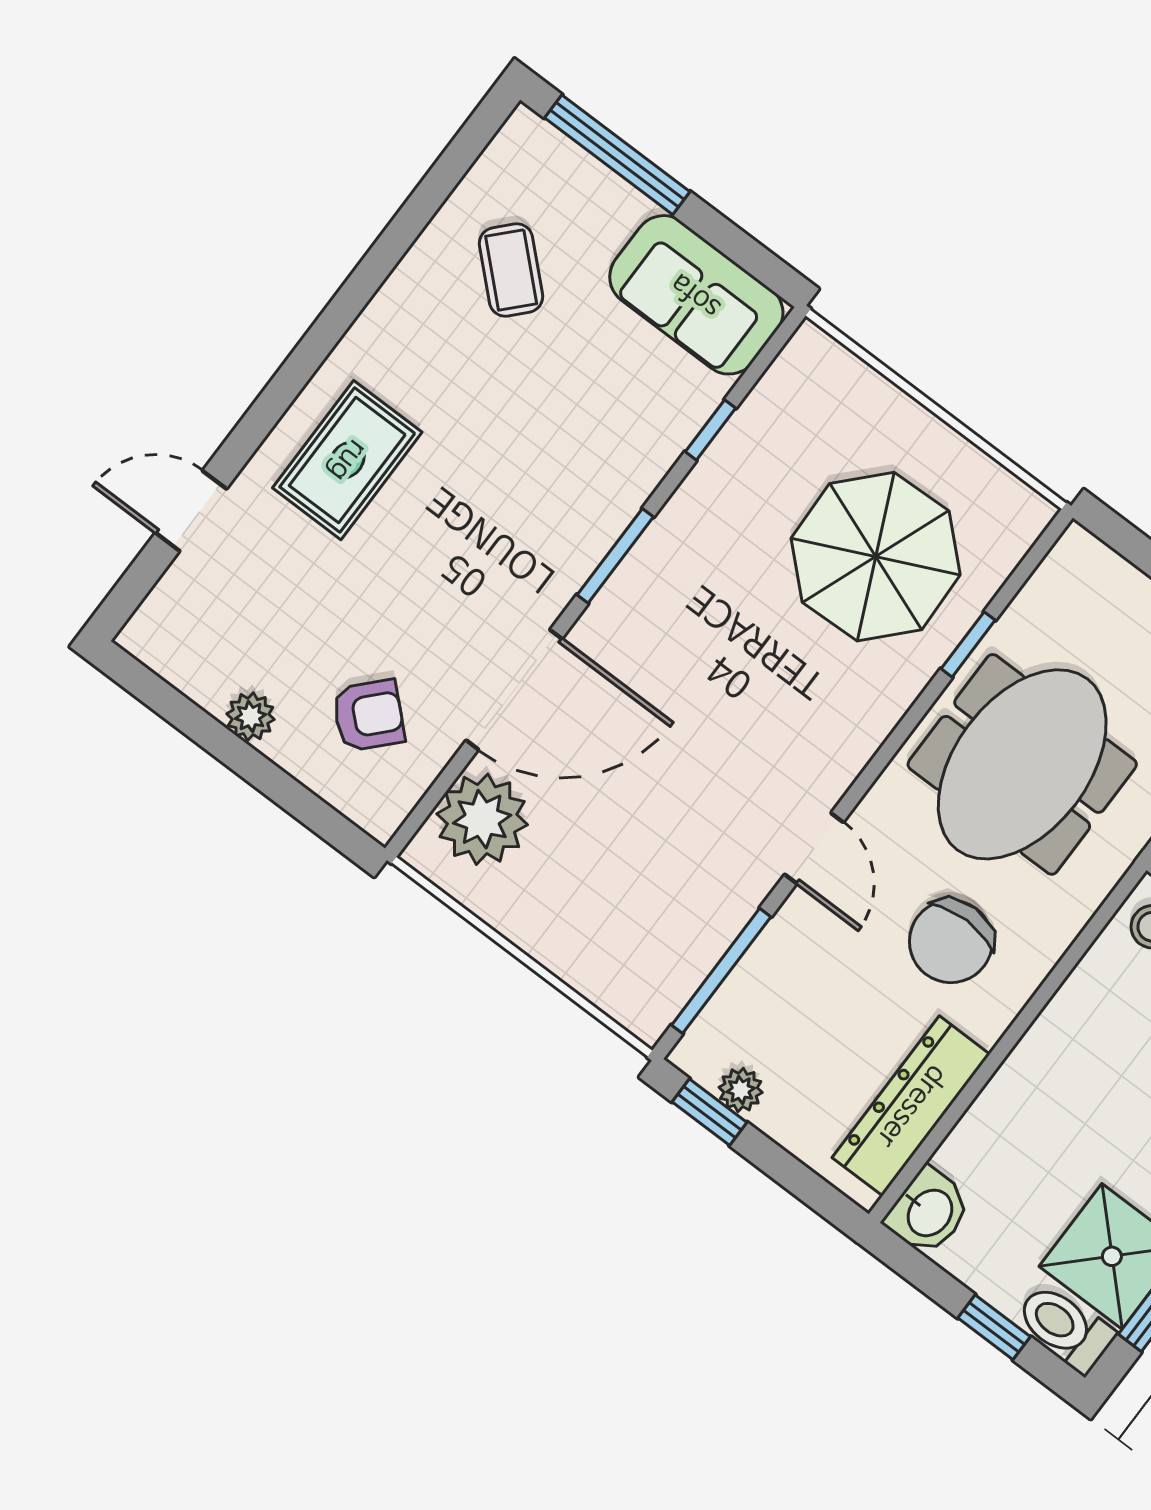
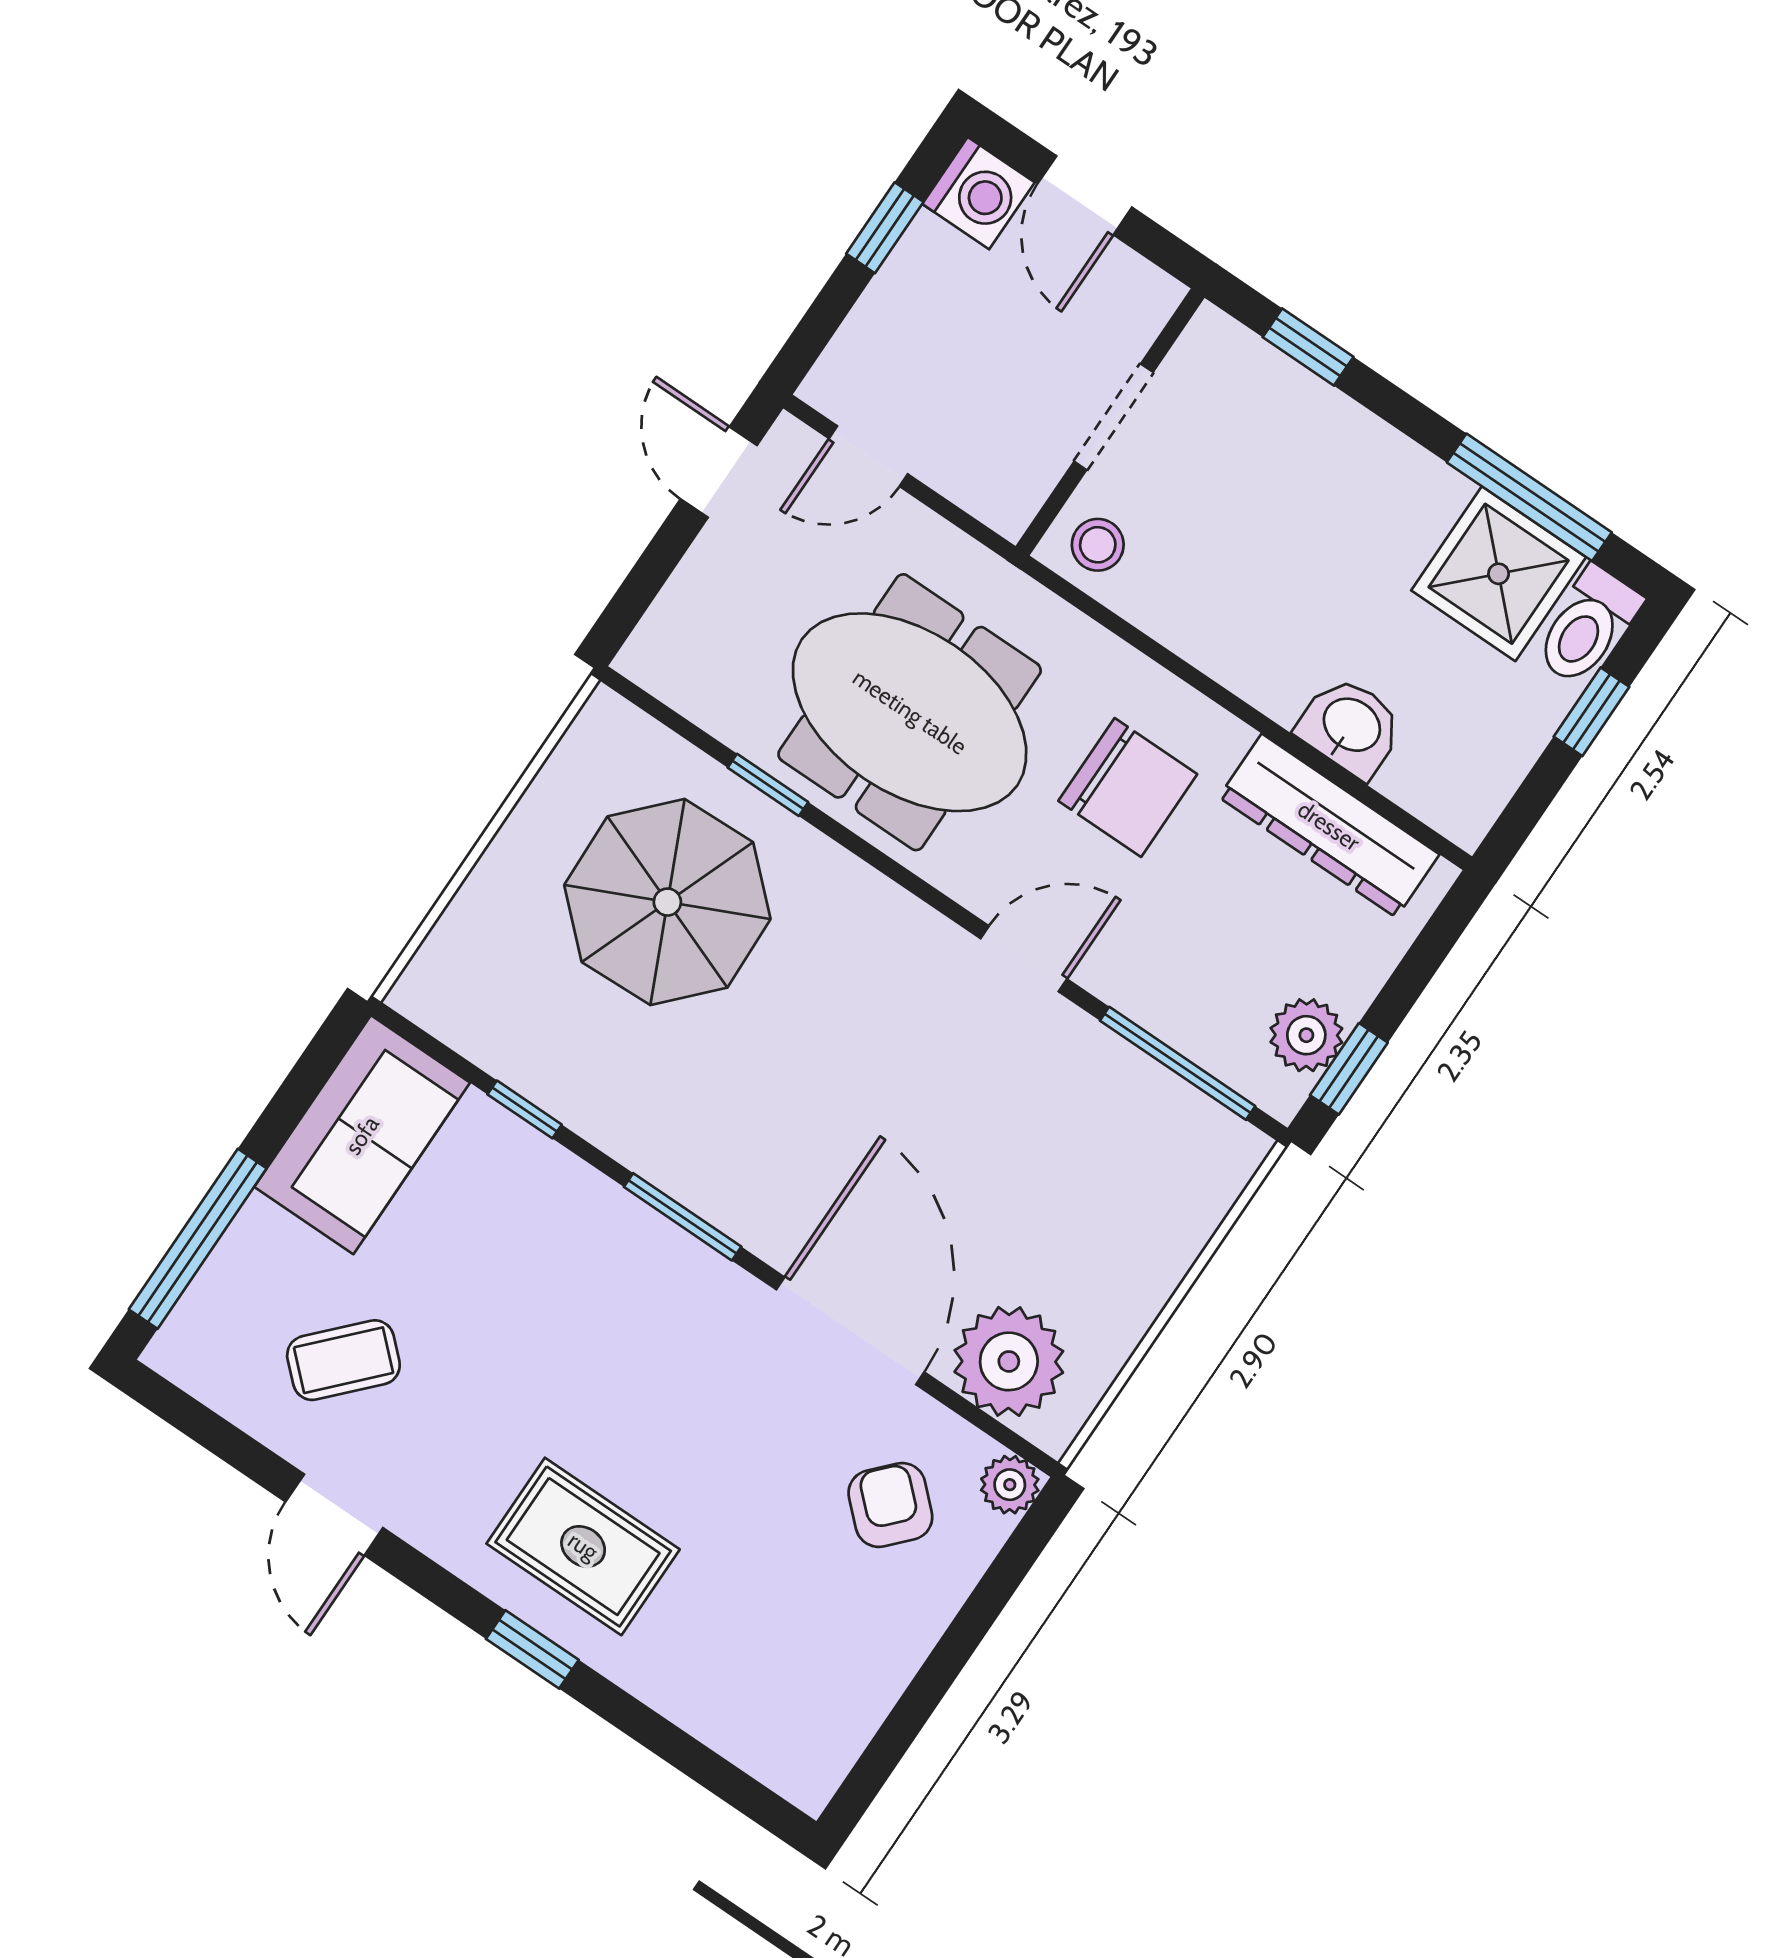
window: (264, 414) -> (532, 1649), added
door: (191, 511) -> (334, 1515), moved
plant: (251, 717) -> (1010, 1485), moved
plant: (741, 1090) -> (1306, 1035), width x1.38, depth x1.38
washbasin: (928, 1212) -> (1351, 727), moved

